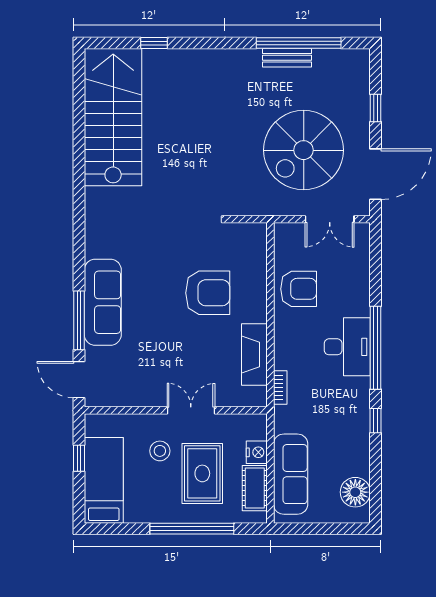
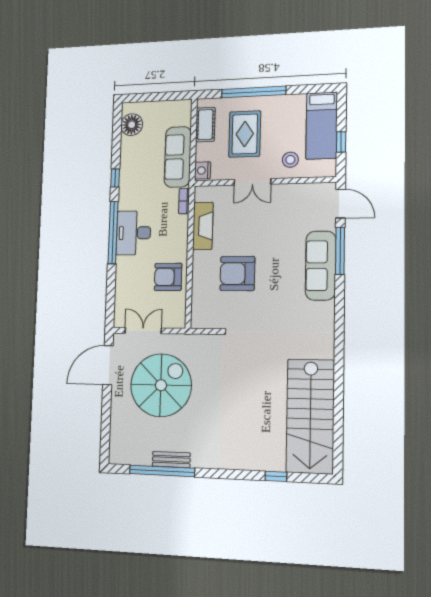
window: (376, 108) -> (106, 417), removed
stool: (160, 451) -> (290, 160), moved
nightstand: (257, 452) -> (203, 170), moved
sofa: (291, 474) -> (178, 157), moved

